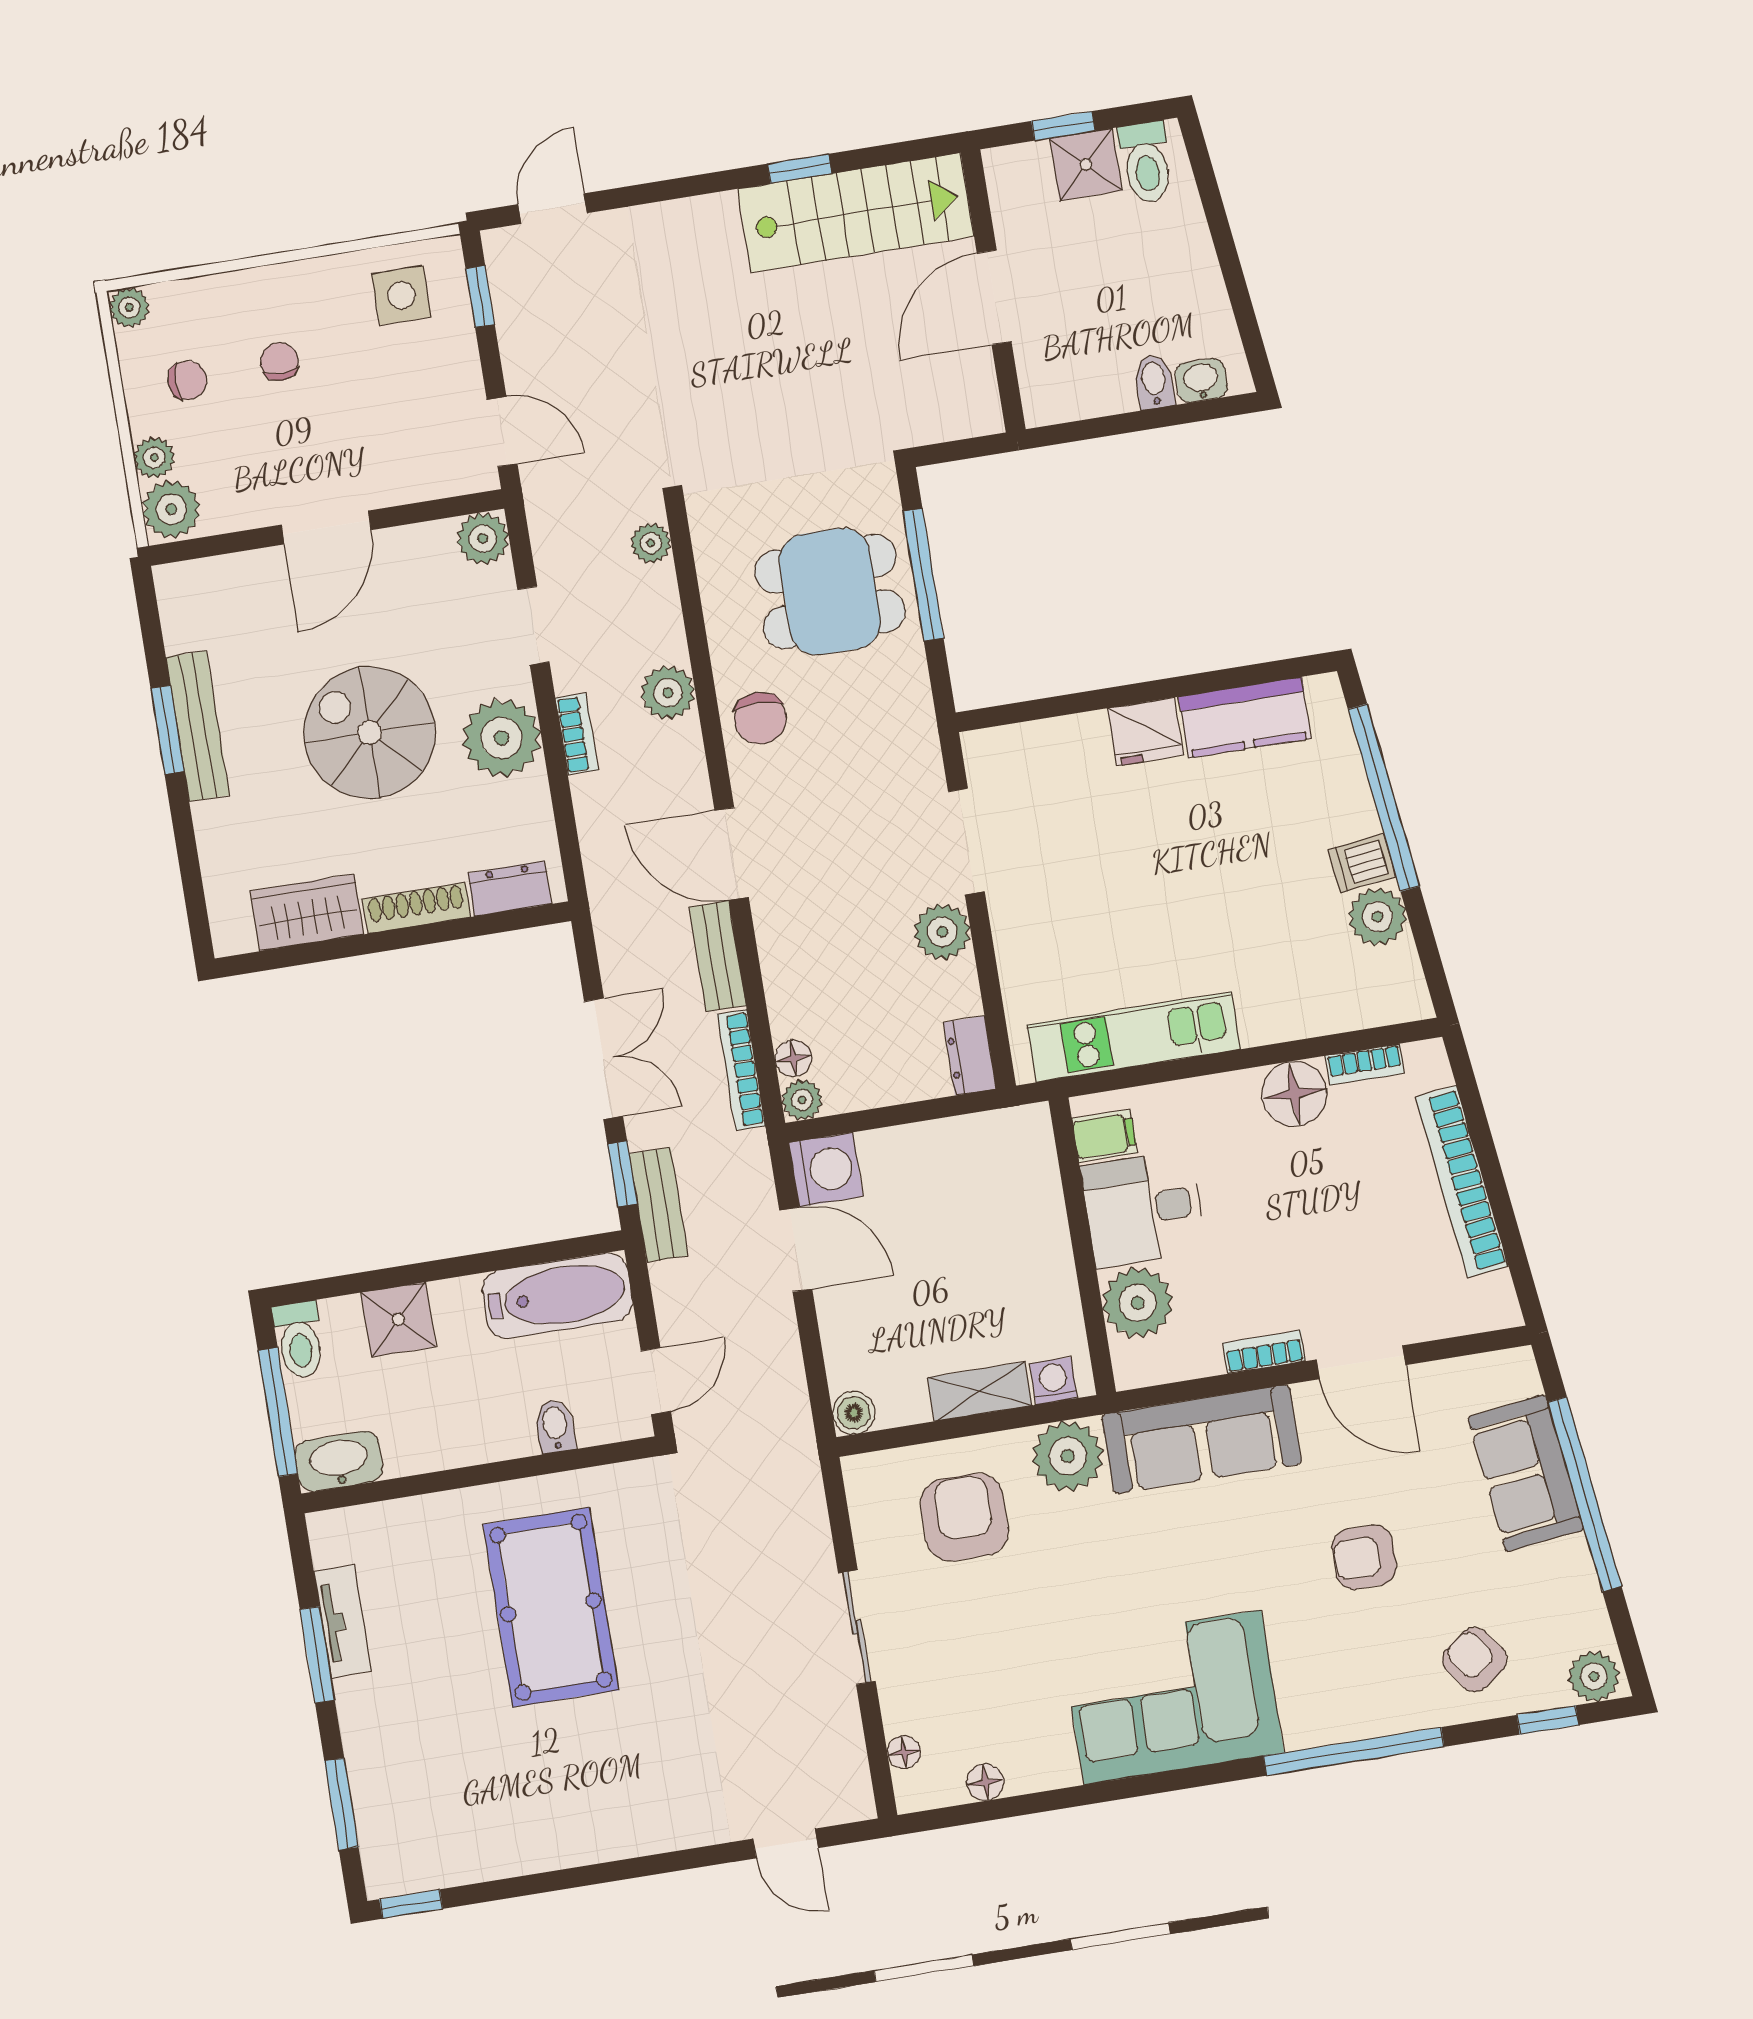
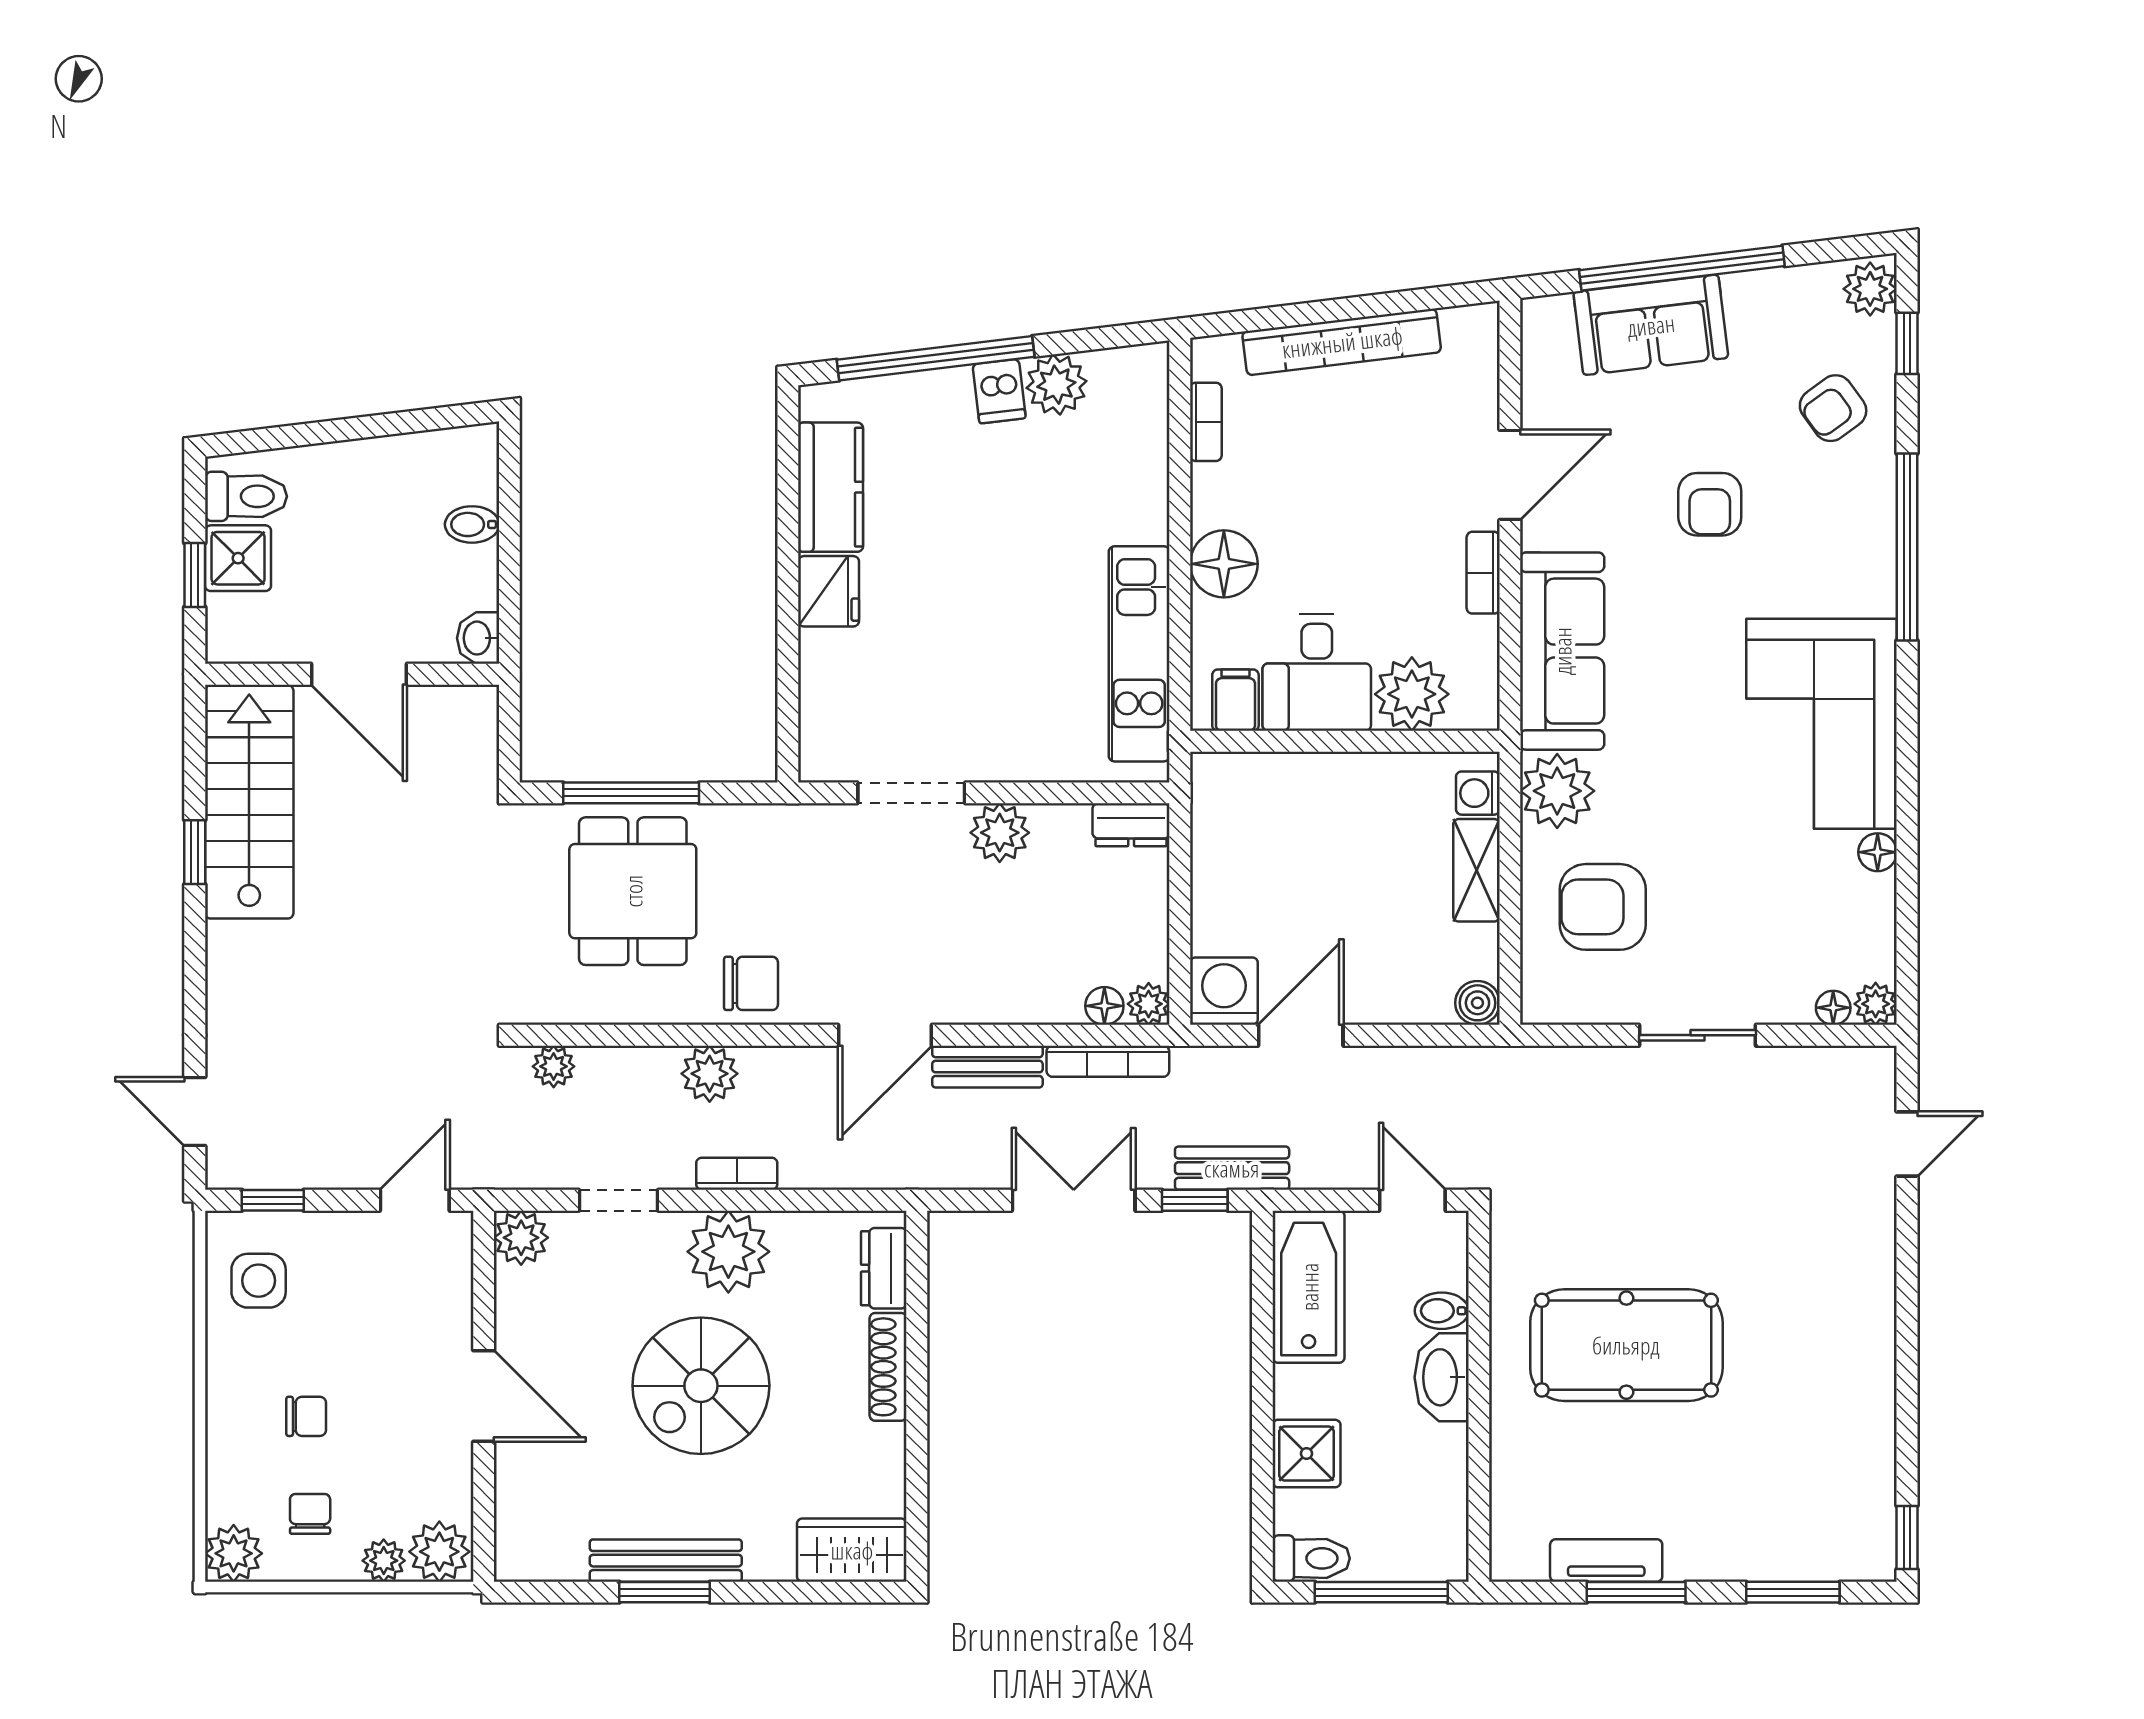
plant: (129, 307) -> (234, 1553), width x1.38, depth x1.38
chair: (280, 362) -> (306, 1416), turned 180
washbasin: (1201, 380) -> (478, 638), moved
wardrobe: (307, 913) -> (852, 1550), moved, turned 90
floor lamp: (1294, 1094) -> (1224, 564), moved
washbasin: (339, 1461) -> (1442, 1377), moved
floor lamp: (985, 1782) -> (1878, 852), moved
plant: (914, 1792) -> (1876, 1004), added

